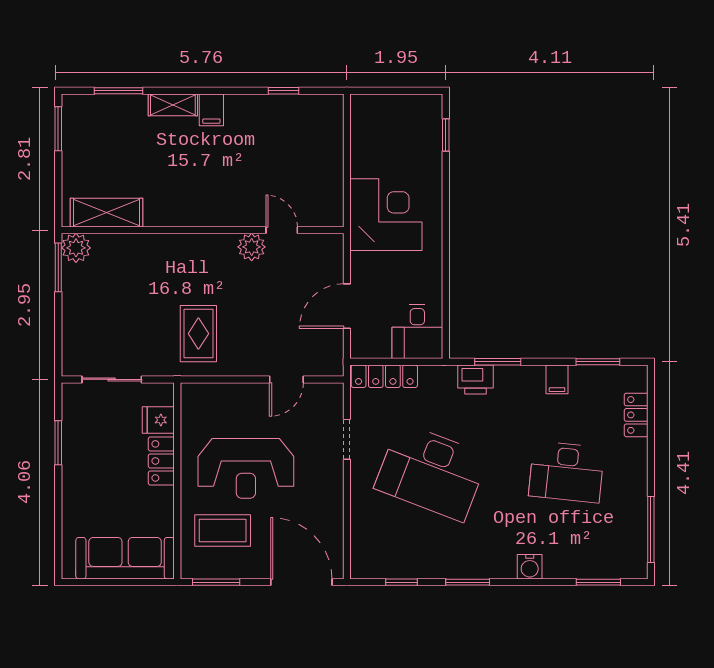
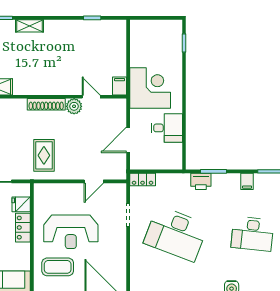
filing cabinet: (211, 110) -> (120, 86), moved, turned 180
shoe rack: (202, 243) -> (46, 104), added
desk: (417, 331) -> (167, 128), moved, turned -90
locker: (384, 376) -> (143, 180), width x0.66

